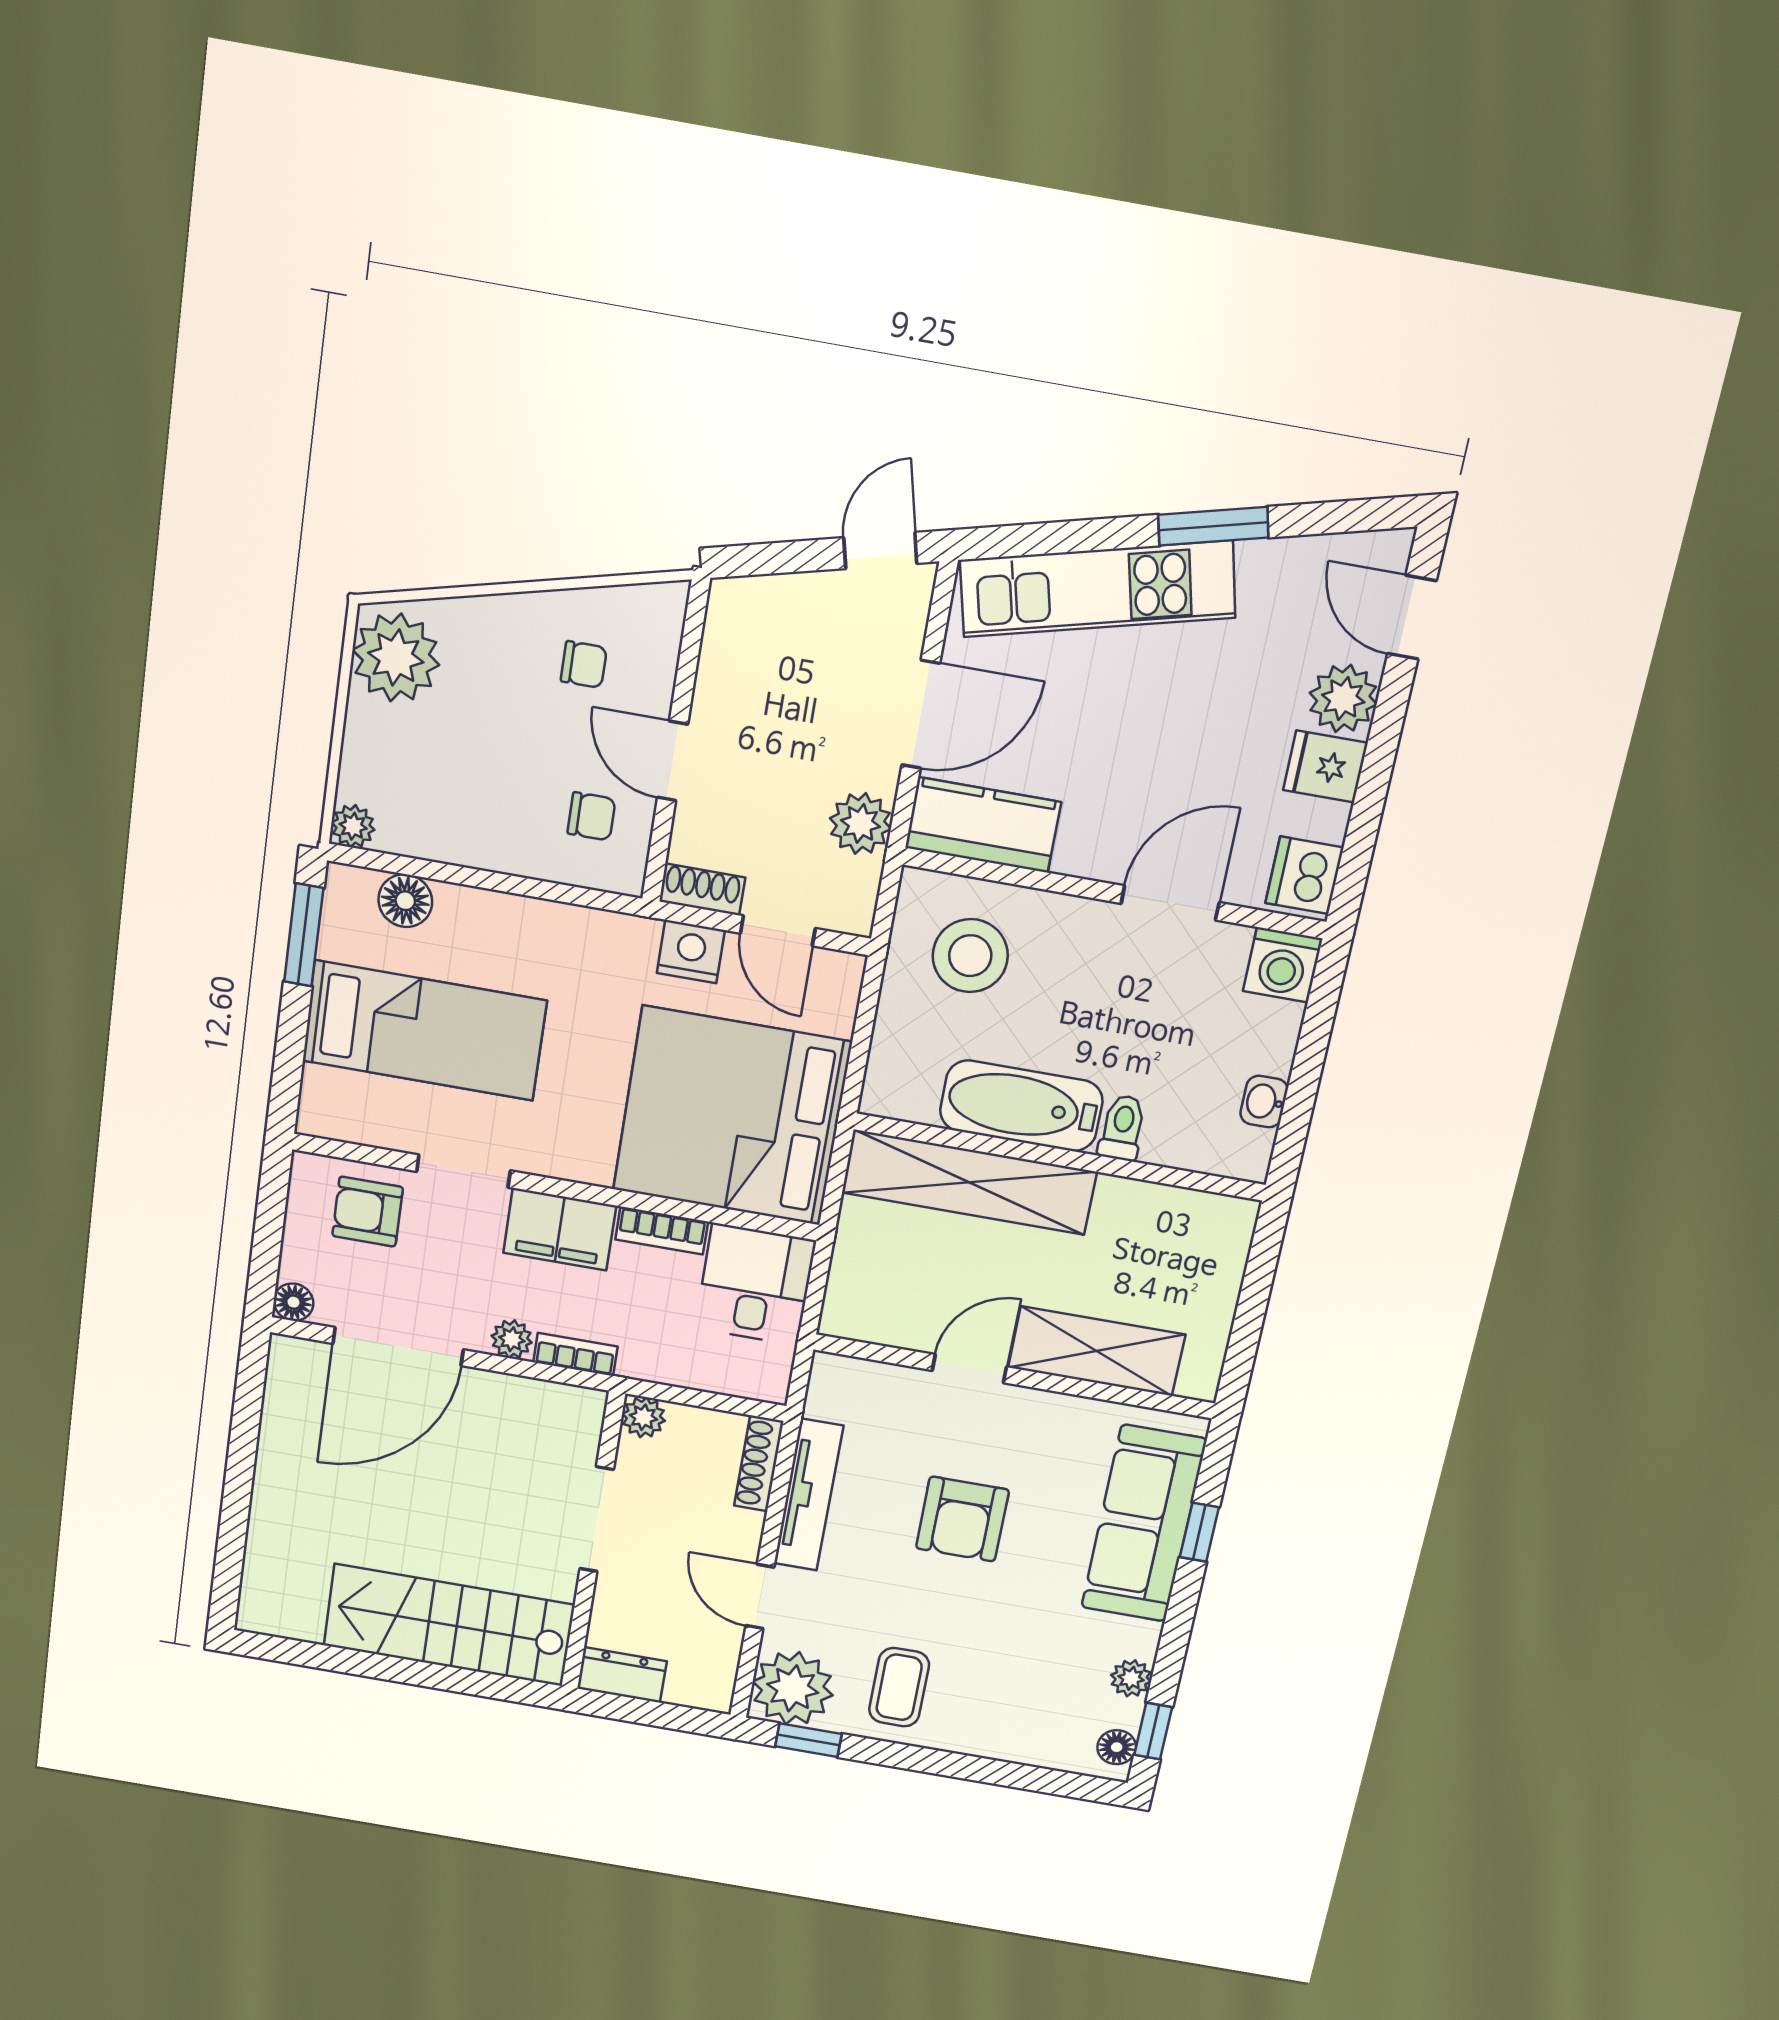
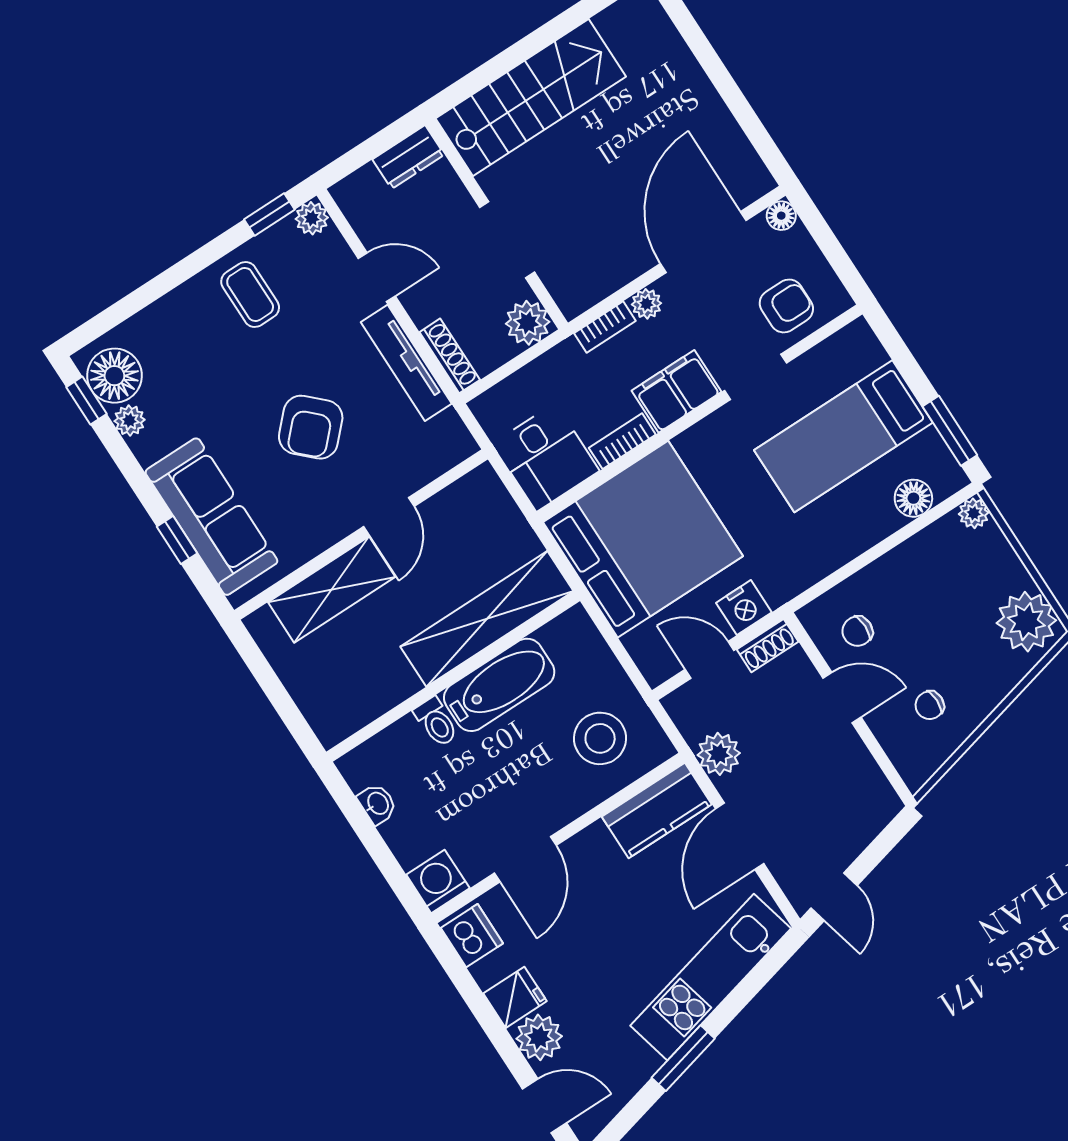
plant: (643, 1417) -> (528, 323), width x1.38, depth x1.38
armchair: (962, 1519) -> (311, 427), turned -136
plant: (793, 1688) -> (312, 218), width x0.53, depth x0.53
floor lamp: (1117, 1747) -> (114, 376), width x1.89, depth x1.89

